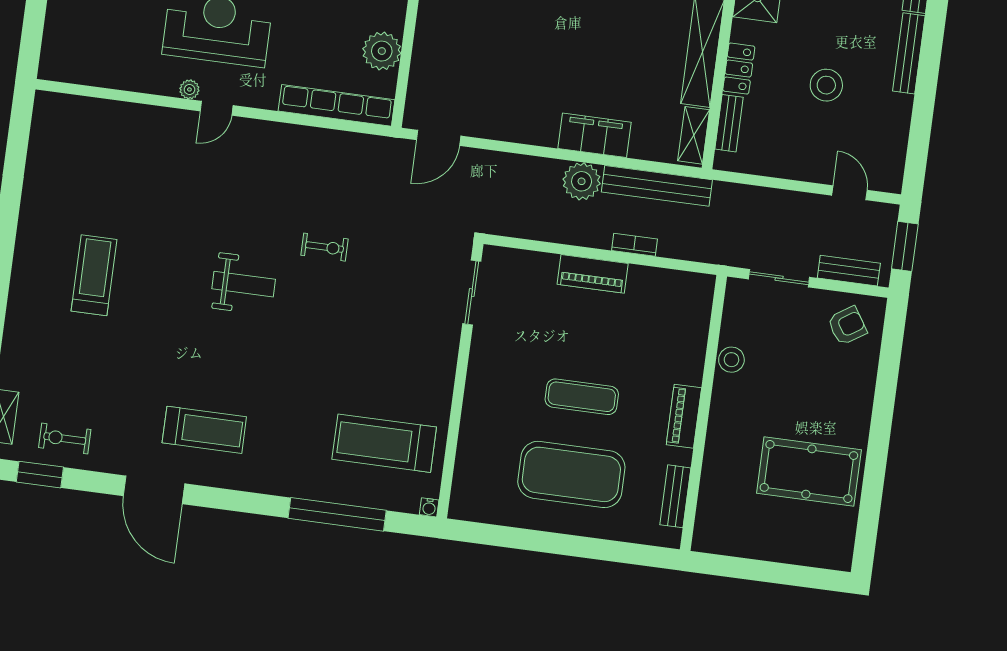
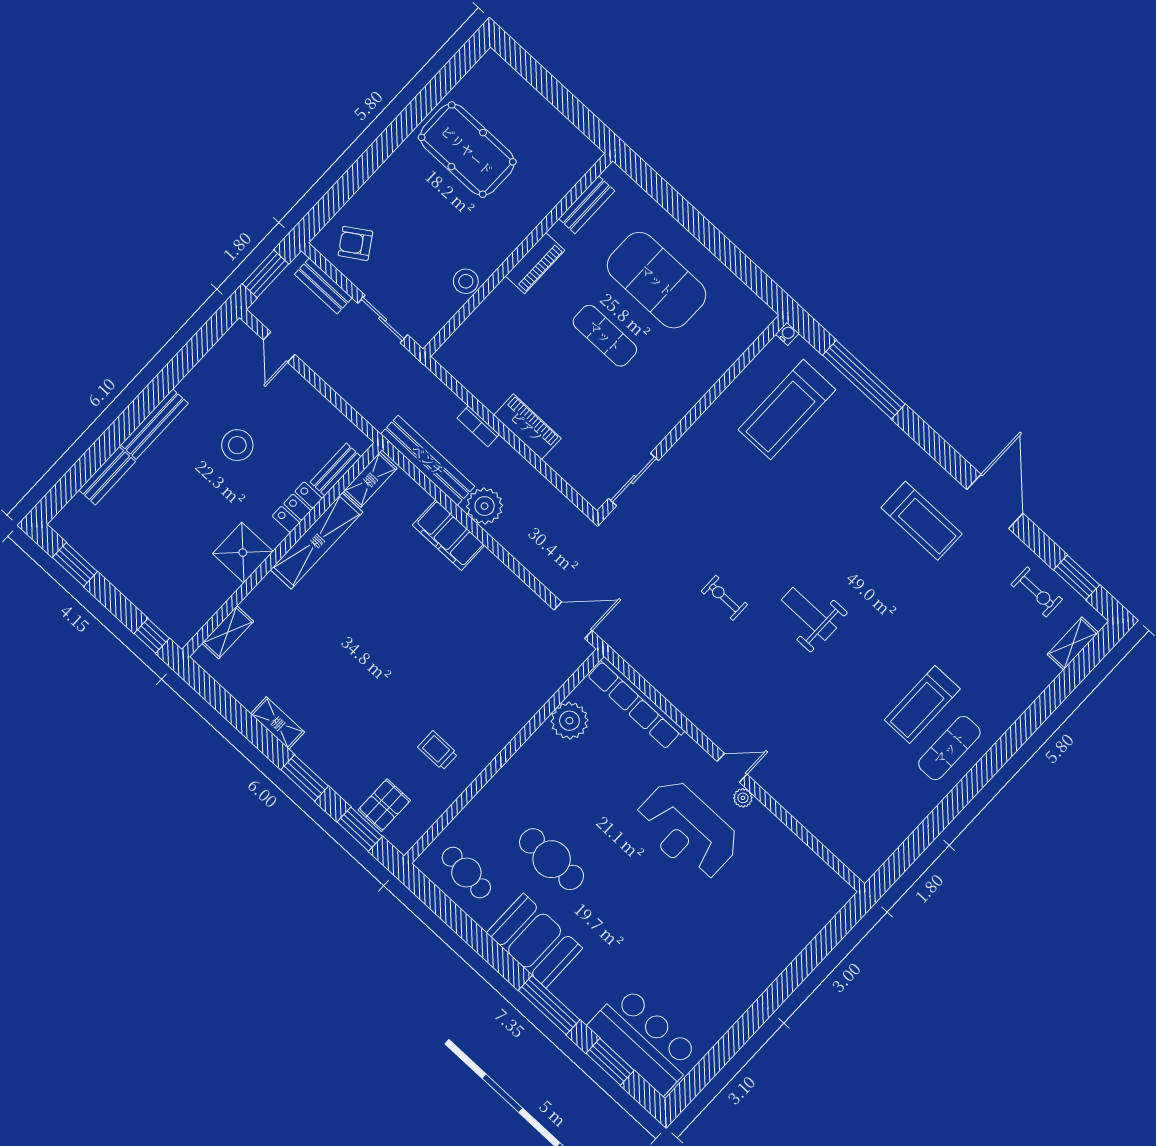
exercise mat: (45, 255) -> (949, 748), added
treadmill: (204, 430) -> (922, 521), turned 180
treadmill: (384, 443) -> (787, 410), turned 90

